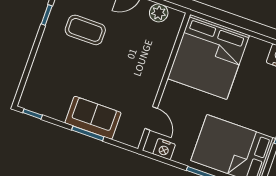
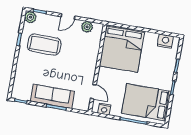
coffee table: (85, 30) -> (44, 45), width x1.36, depth x1.32
sofa: (93, 118) -> (52, 96), width x1.36

